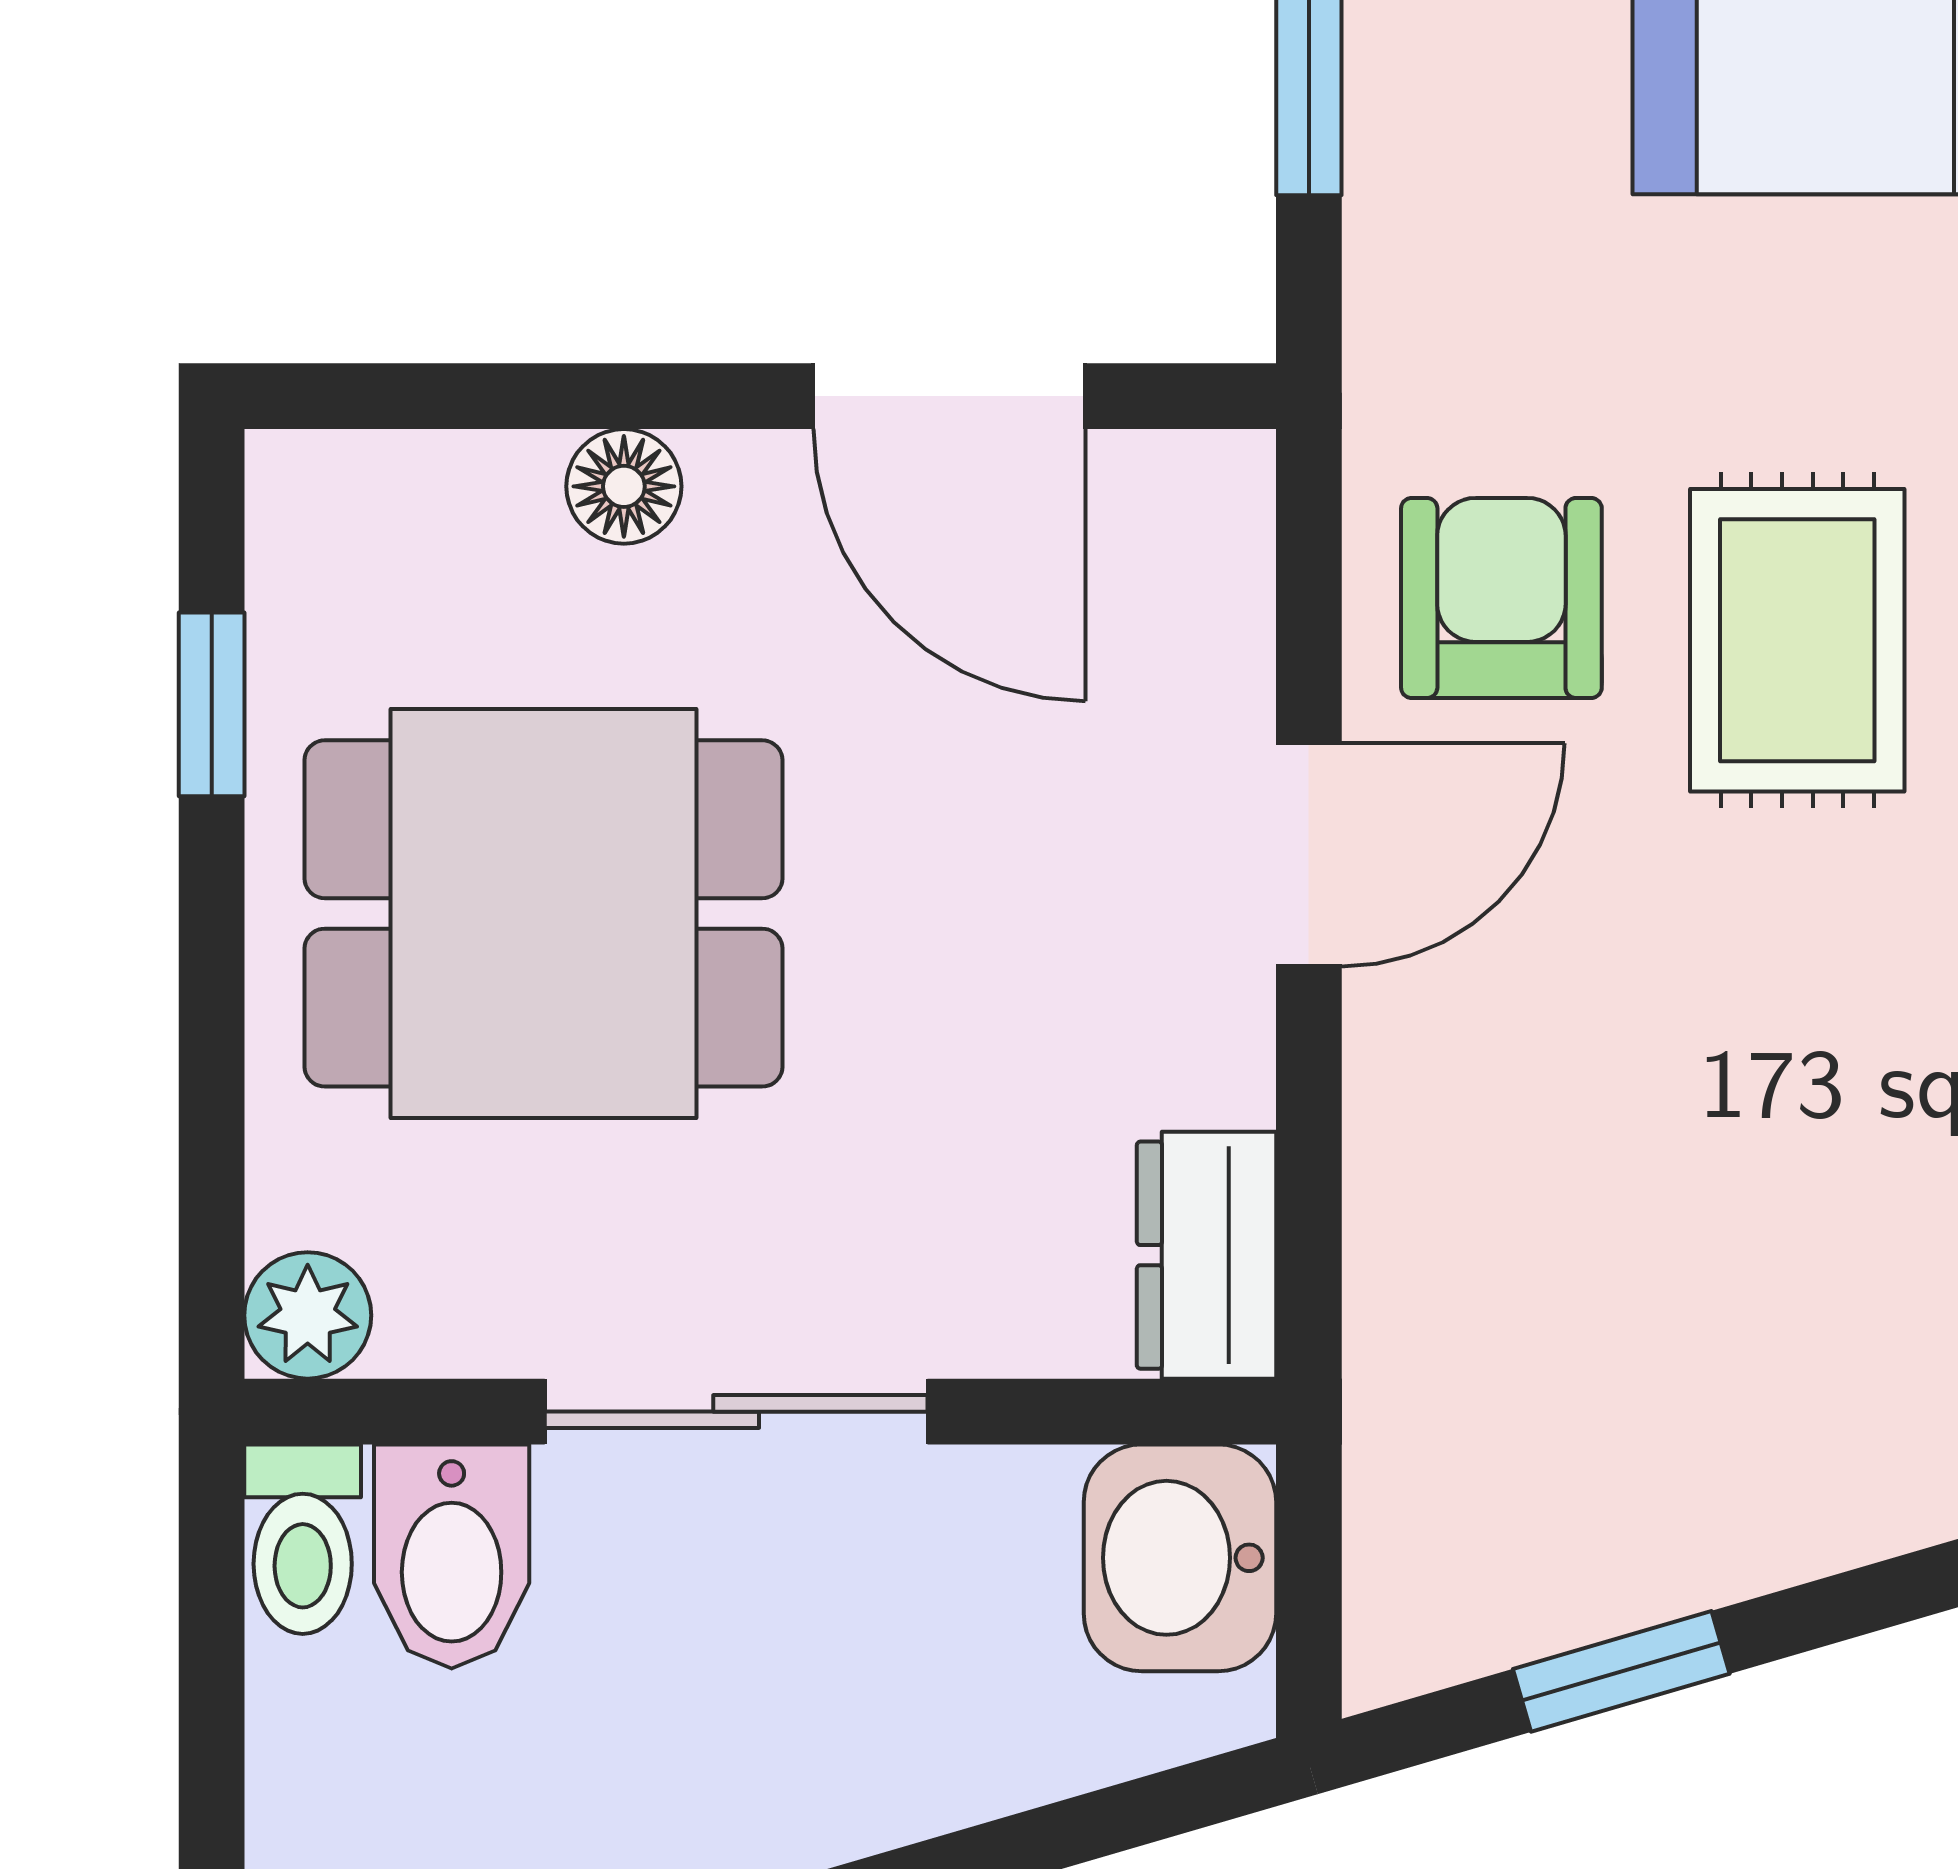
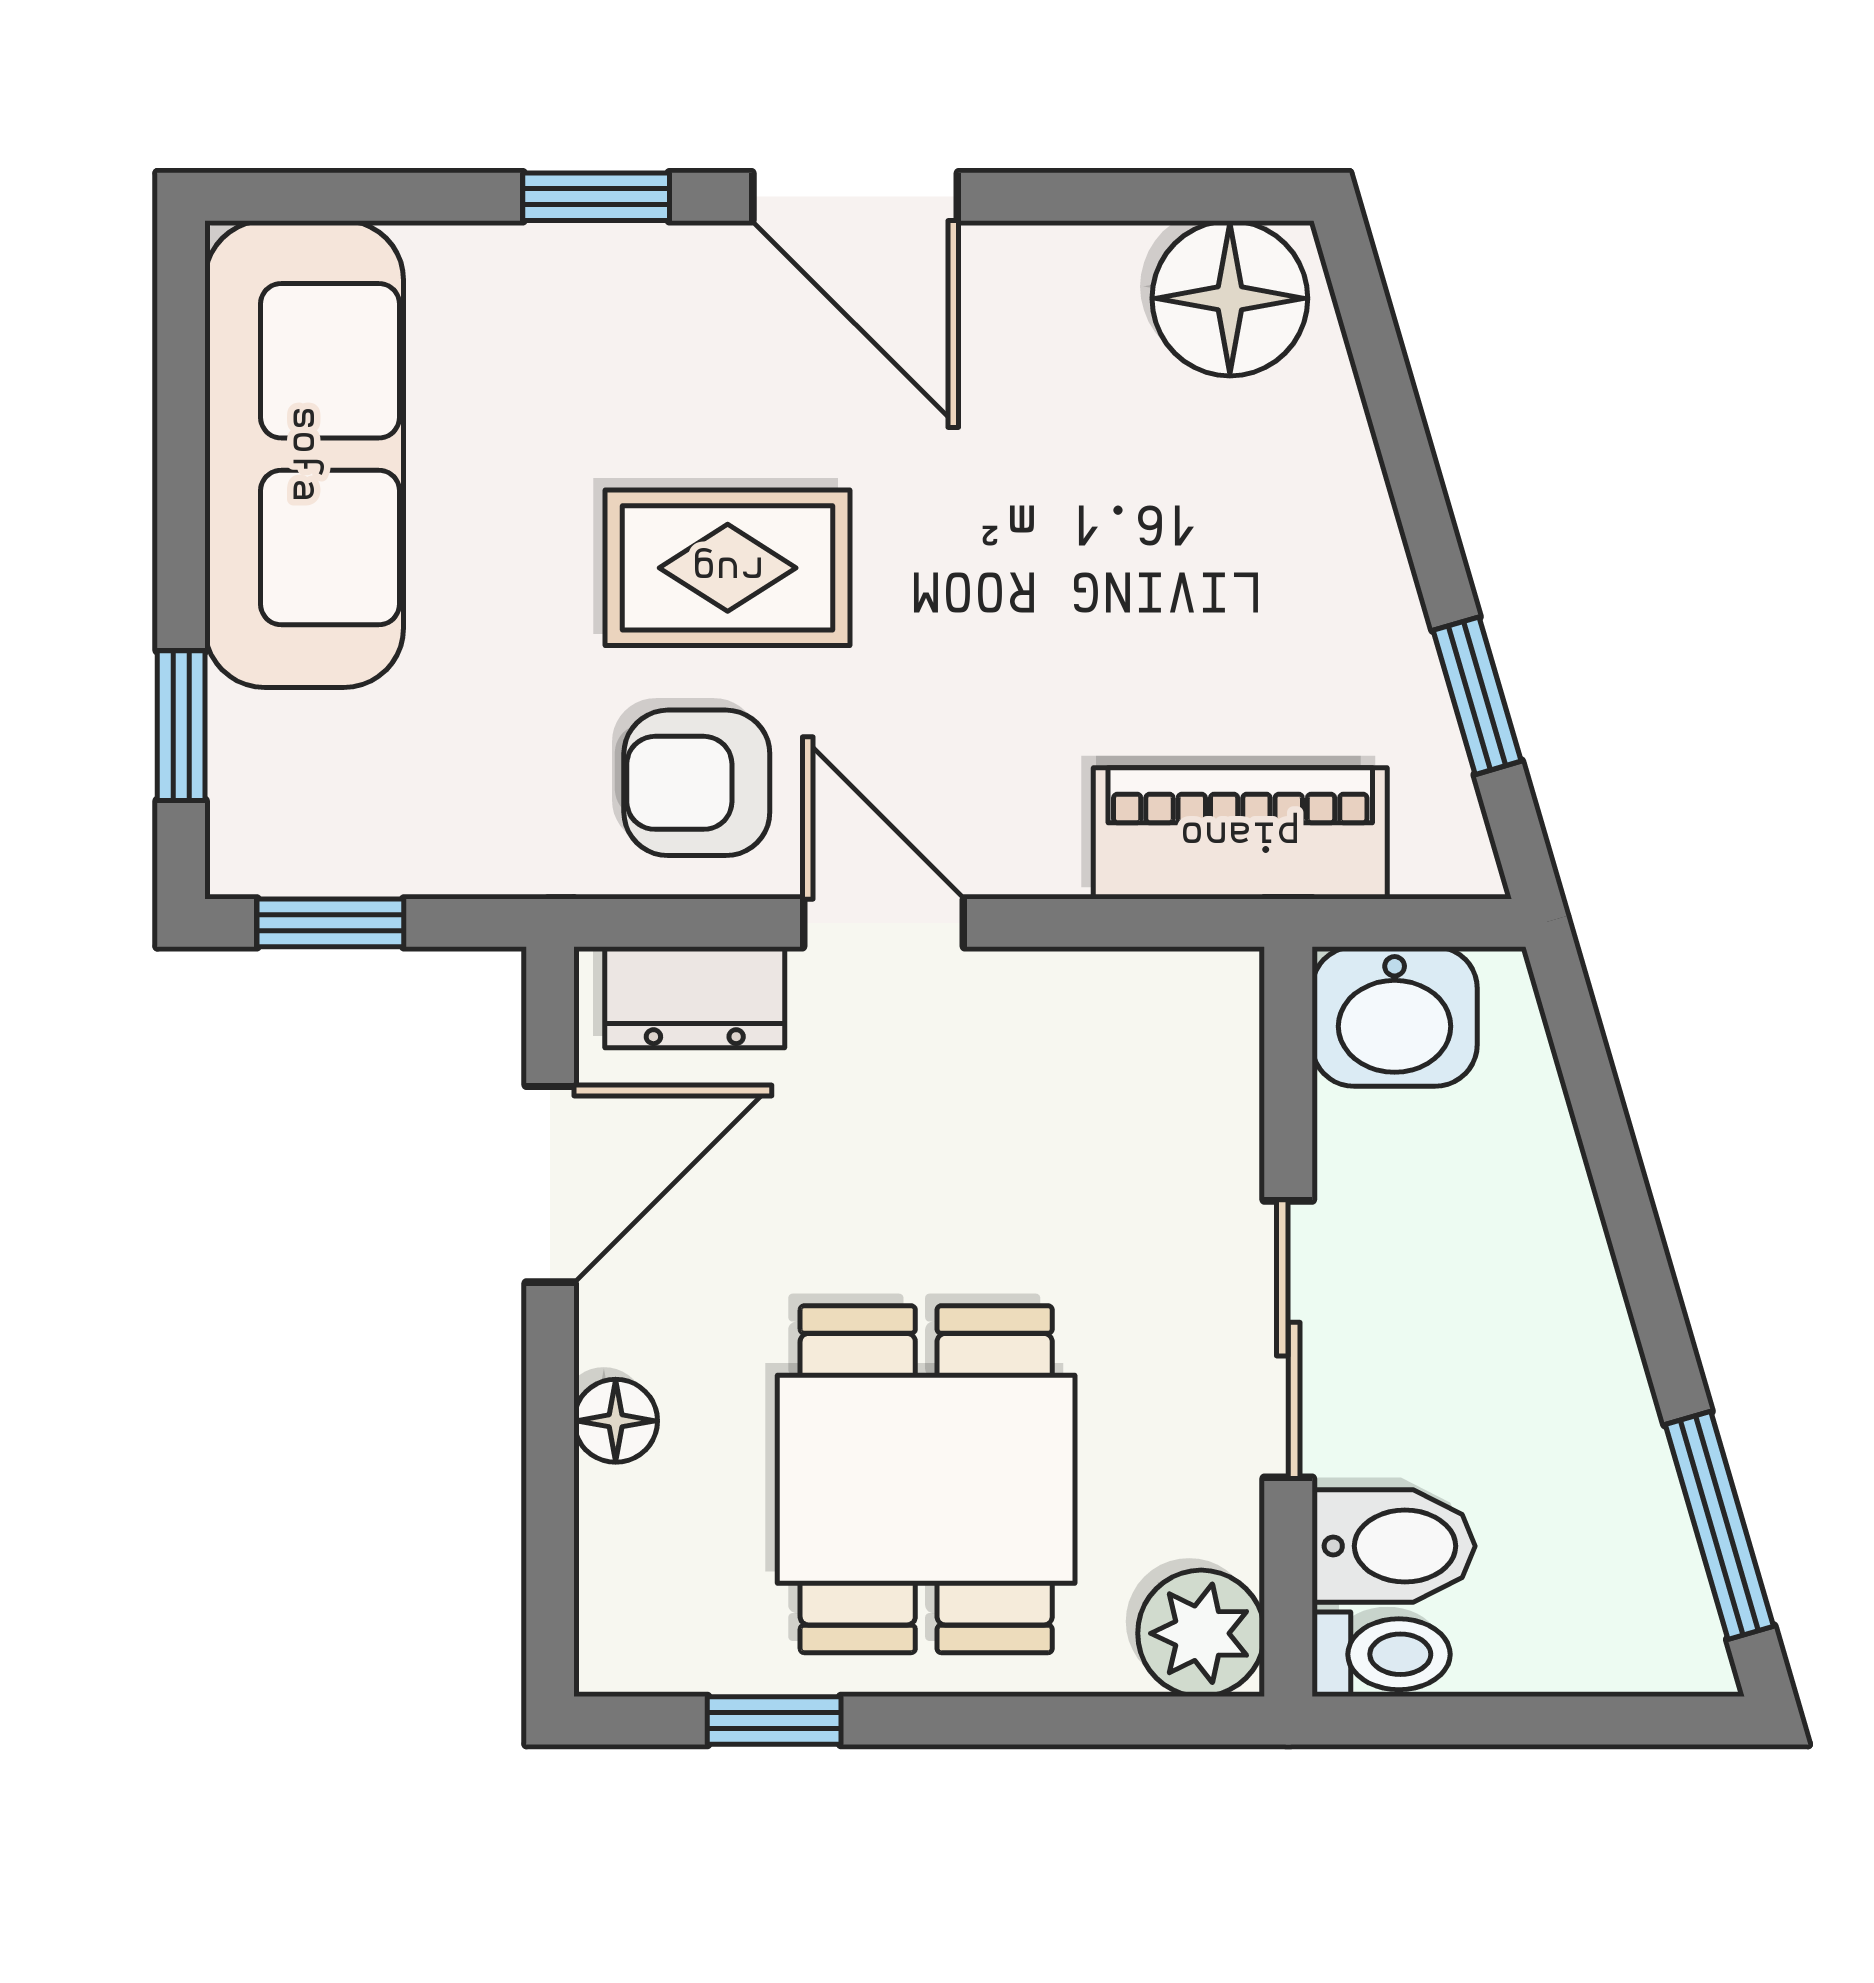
dresser: (1206, 1255) -> (695, 997), moved
plant: (308, 1315) -> (1201, 1633), width x1.38, depth x1.38
piano: (1432, 1346) -> (1240, 833), added

